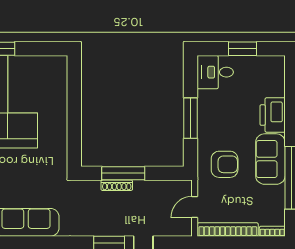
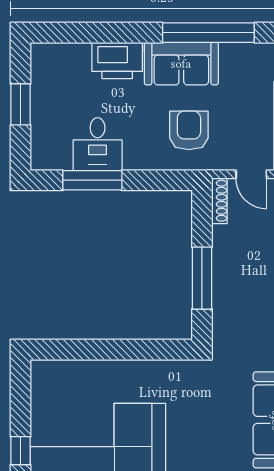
desk: (215, 72) -> (98, 144), moved
window: (190, 118) -> (92, 180), moved
shoe rack: (117, 185) -> (219, 201), moved

